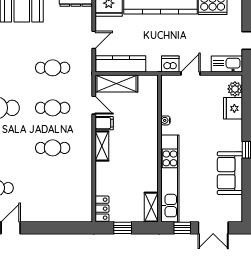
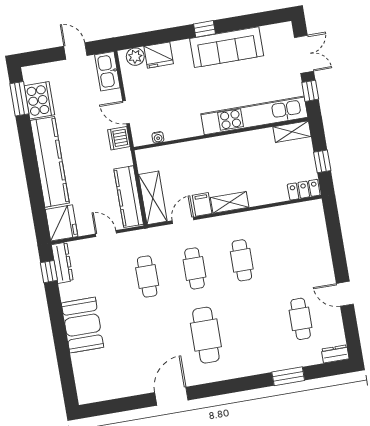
water cooler: (165, 120) -> (158, 137), moved
sofa: (230, 173) -> (227, 47), width x1.36

